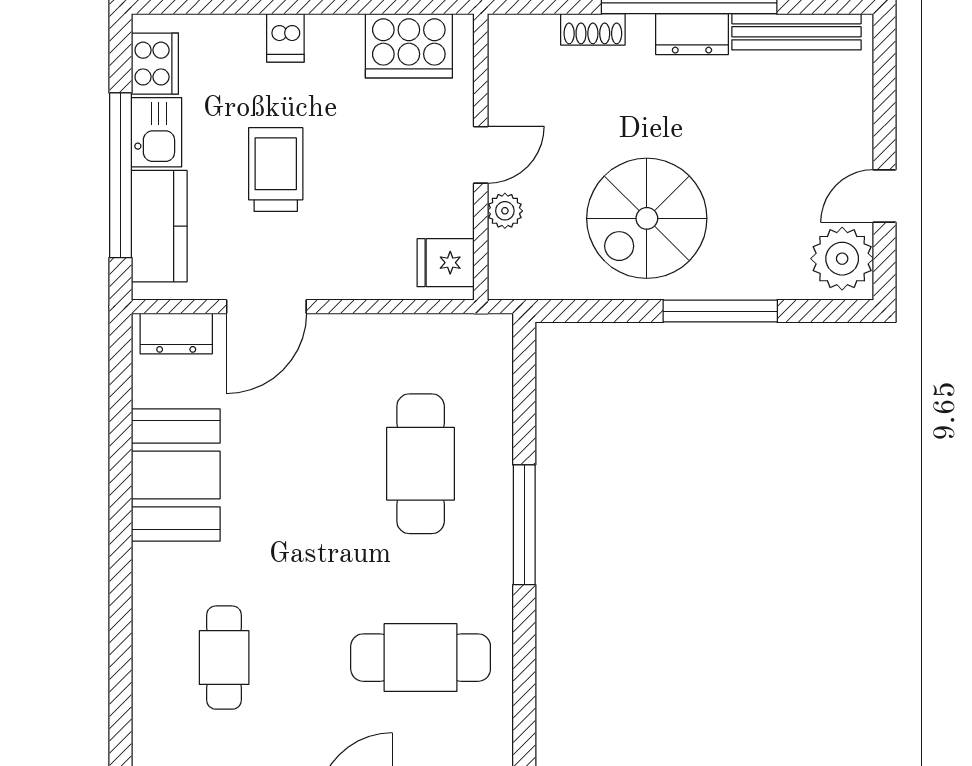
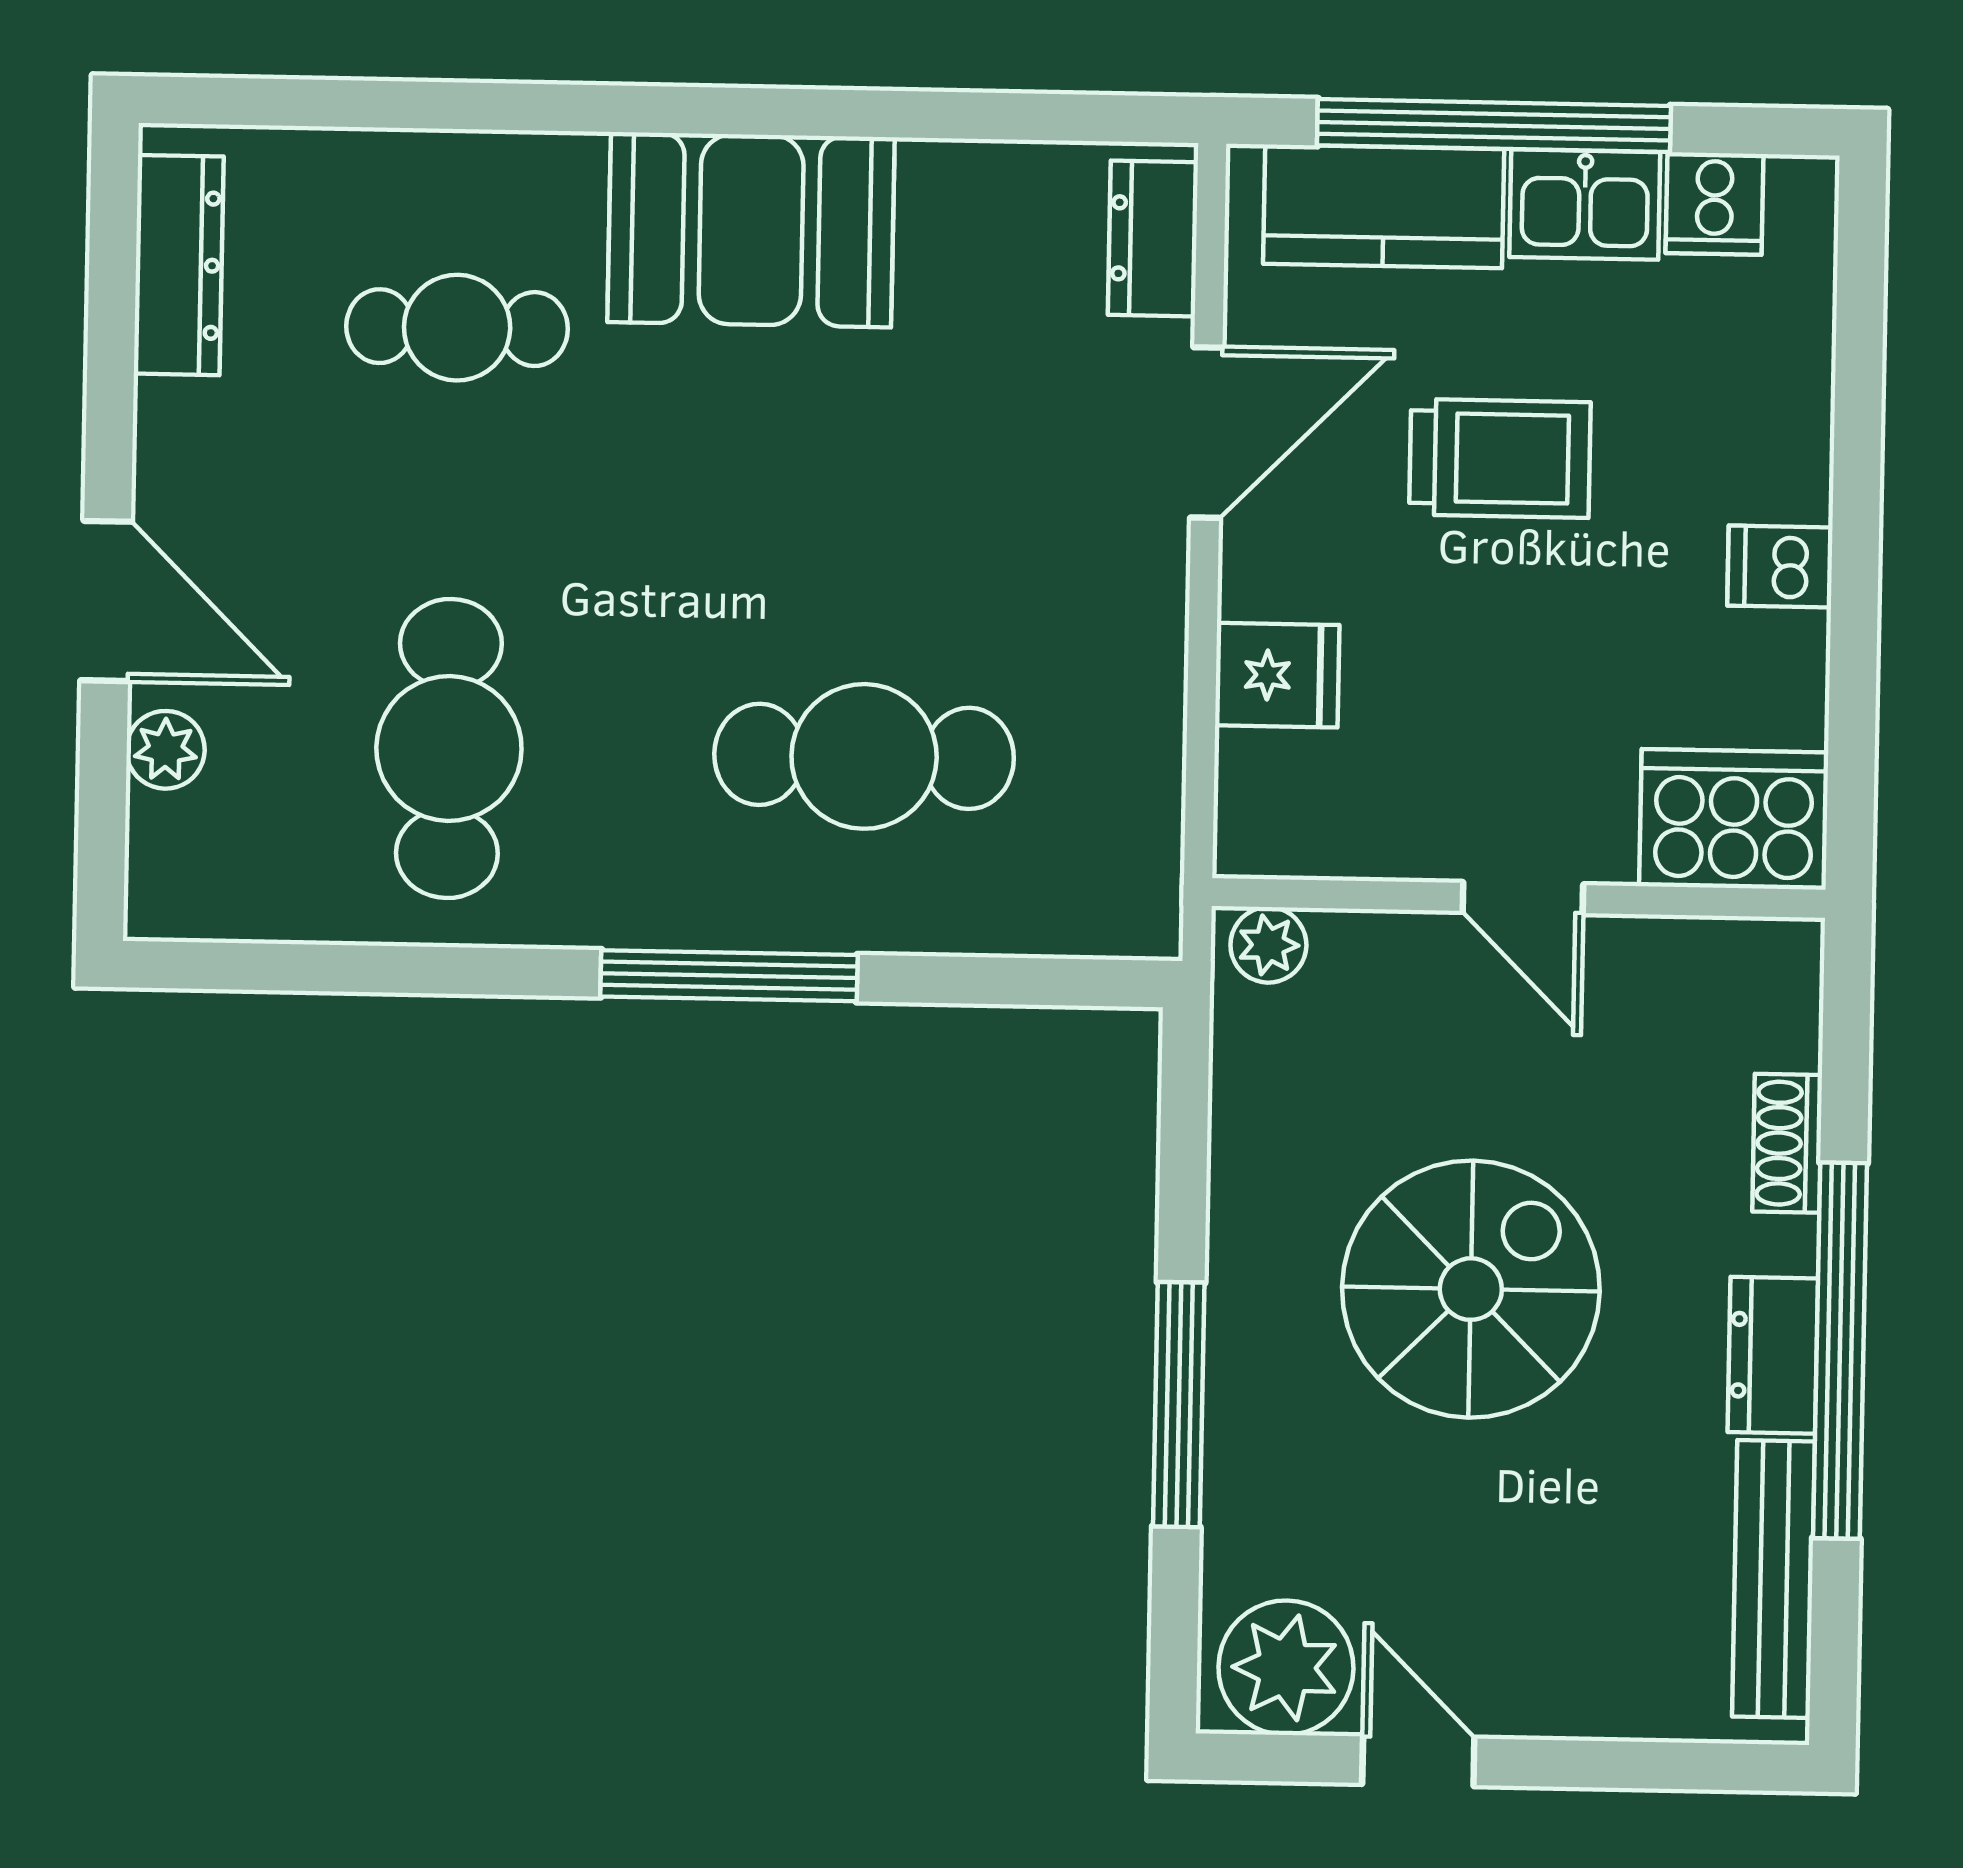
dishwasher: (285, 38) -> (1780, 567), moved
cooker: (409, 46) -> (1734, 819), moved, turned 90
cooker: (155, 64) -> (1715, 204), width x0.73
plant: (505, 211) -> (1268, 945), moved
spiral stairs: (647, 218) -> (1471, 1289), moved, turned 90
fridge: (446, 263) -> (1277, 675), moved, turned 90
door: (266, 307) -> (1207, 433), swing flipped
booth: (176, 475) -> (751, 230), moved

